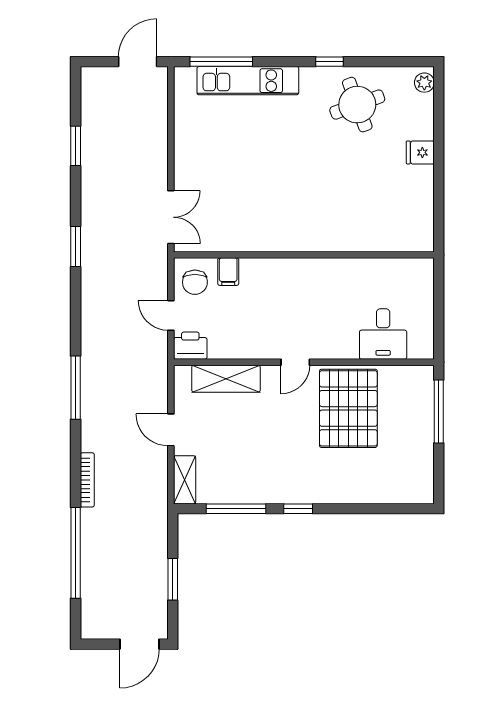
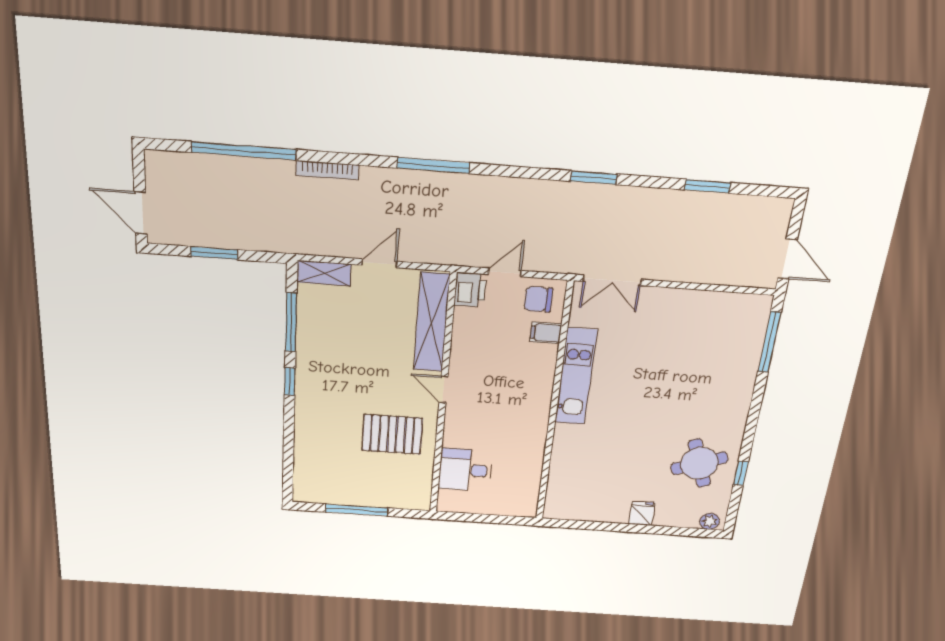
window: (329, 62) -> (741, 473), moved
kitchen unit: (248, 81) -> (576, 377), moved, turned 180
shelving: (226, 379) -> (431, 322), width x1.47
pallet: (348, 408) -> (392, 434), width x0.73, depth x0.71
window: (439, 412) -> (357, 510), moved

